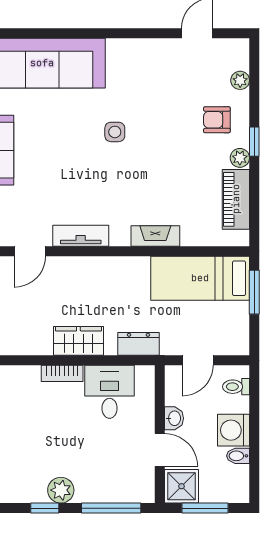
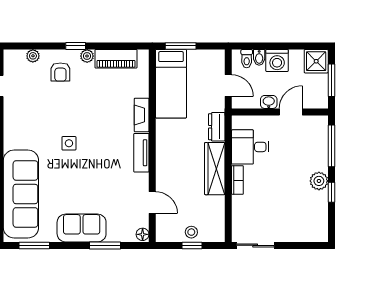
tv unit: (81, 236) -> (141, 153), moved
wardrobe: (78, 341) -> (215, 169), width x1.50
bidet: (238, 456) -> (259, 57), moved
shower: (182, 486) -> (316, 61), moved

